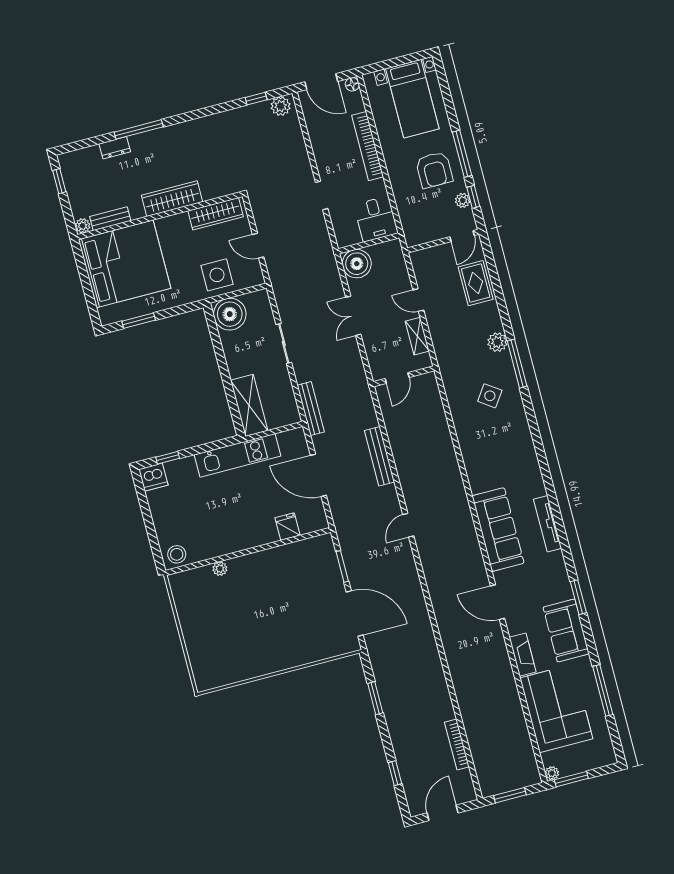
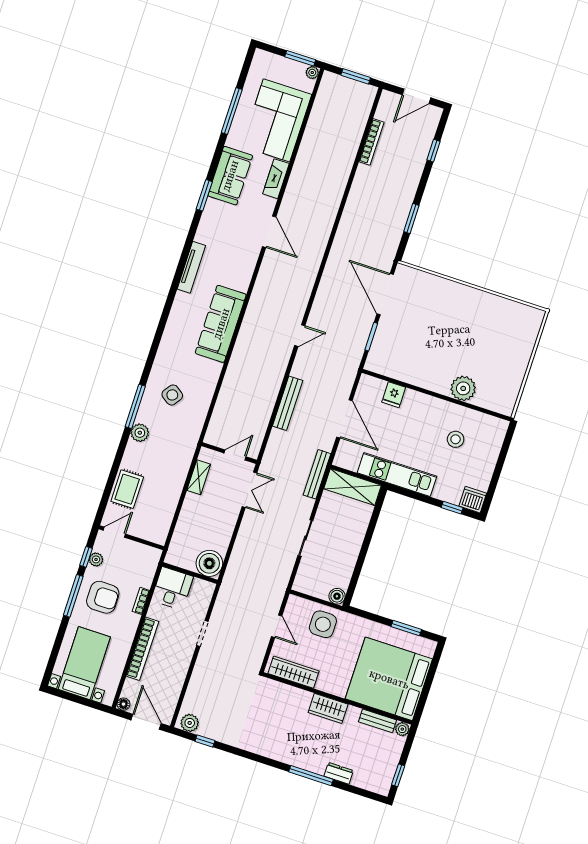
armchair: (434, 170) -> (103, 597), turned 90
bookcase: (397, 189) -> (141, 601), added
wardrobe: (172, 199) -> (328, 708), width x0.67
door: (418, 300) -> (180, 505), removed
boiler: (230, 314) -> (337, 596), width x0.54, depth x0.54
double door: (353, 316) -> (249, 490), moved
shelving: (249, 405) -> (353, 487), moved, turned 90
sofa: (498, 530) -> (221, 324), moved
stool: (177, 554) -> (456, 439), moved
plant: (220, 569) -> (463, 388), width x1.88, depth x1.88

